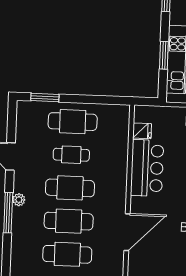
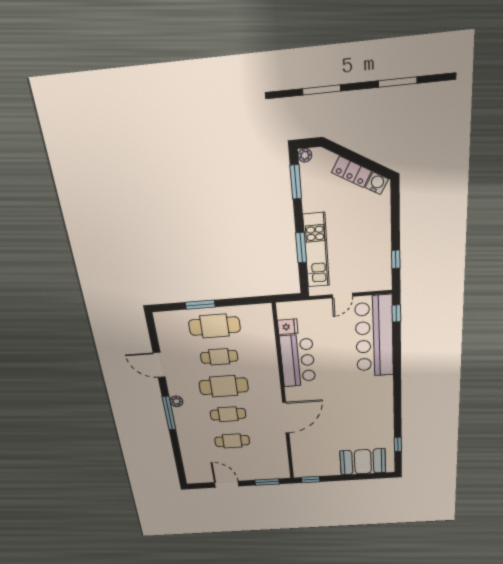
window: (45, 97) -> (200, 305), moved
cafe table: (69, 221) -> (228, 414), width x0.73, depth x0.74
cafe table: (67, 254) -> (232, 441), width x0.73, depth x0.74

